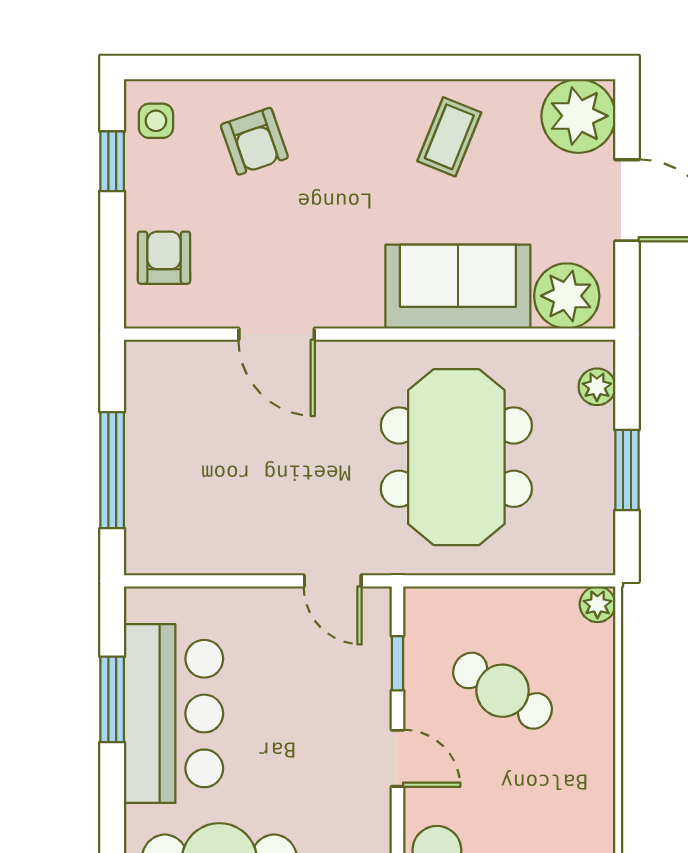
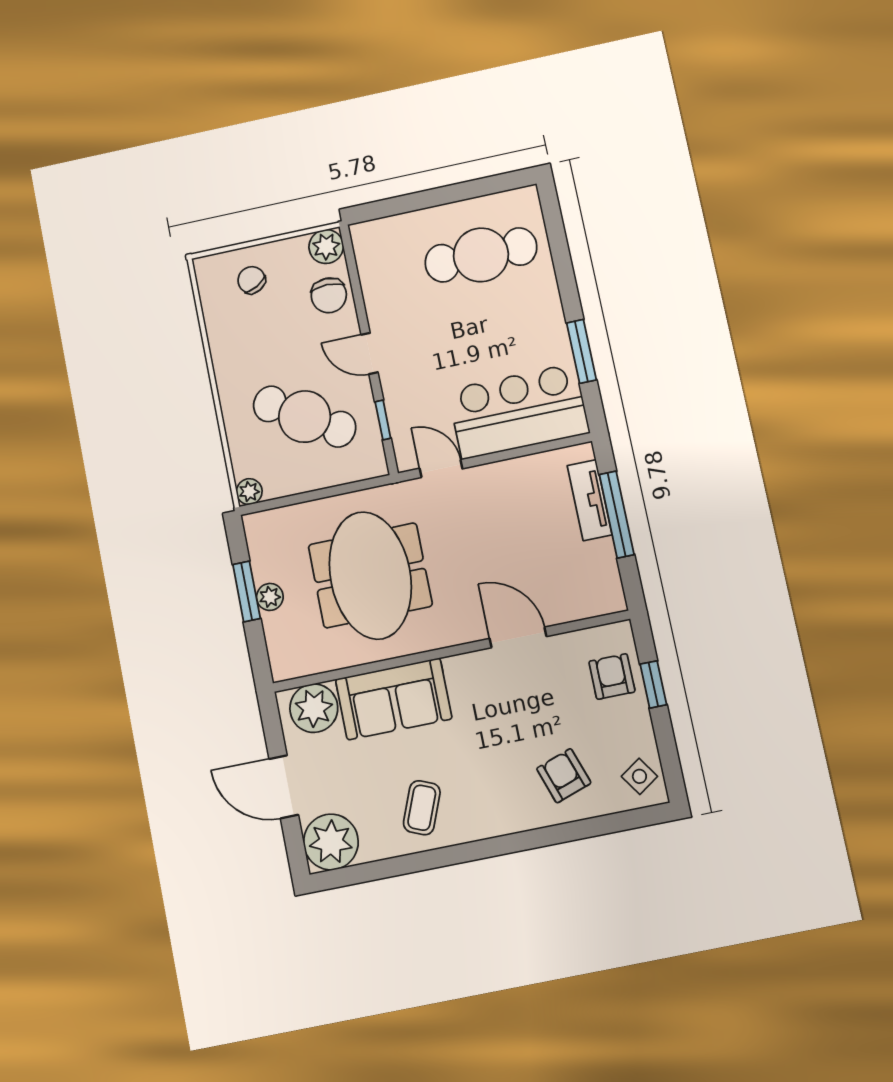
side table: (156, 121) -> (639, 776), turned -34
window: (112, 161) -> (653, 684), moved
armchair: (164, 258) -> (612, 677), turned 180
plant: (597, 387) -> (270, 597), moved
tv unit: (144, 497) -> (590, 500), added
cafe table: (503, 691) -> (305, 417), width x1.37, depth x1.35
bar counter: (173, 714) -> (519, 411), moved, turned 90

